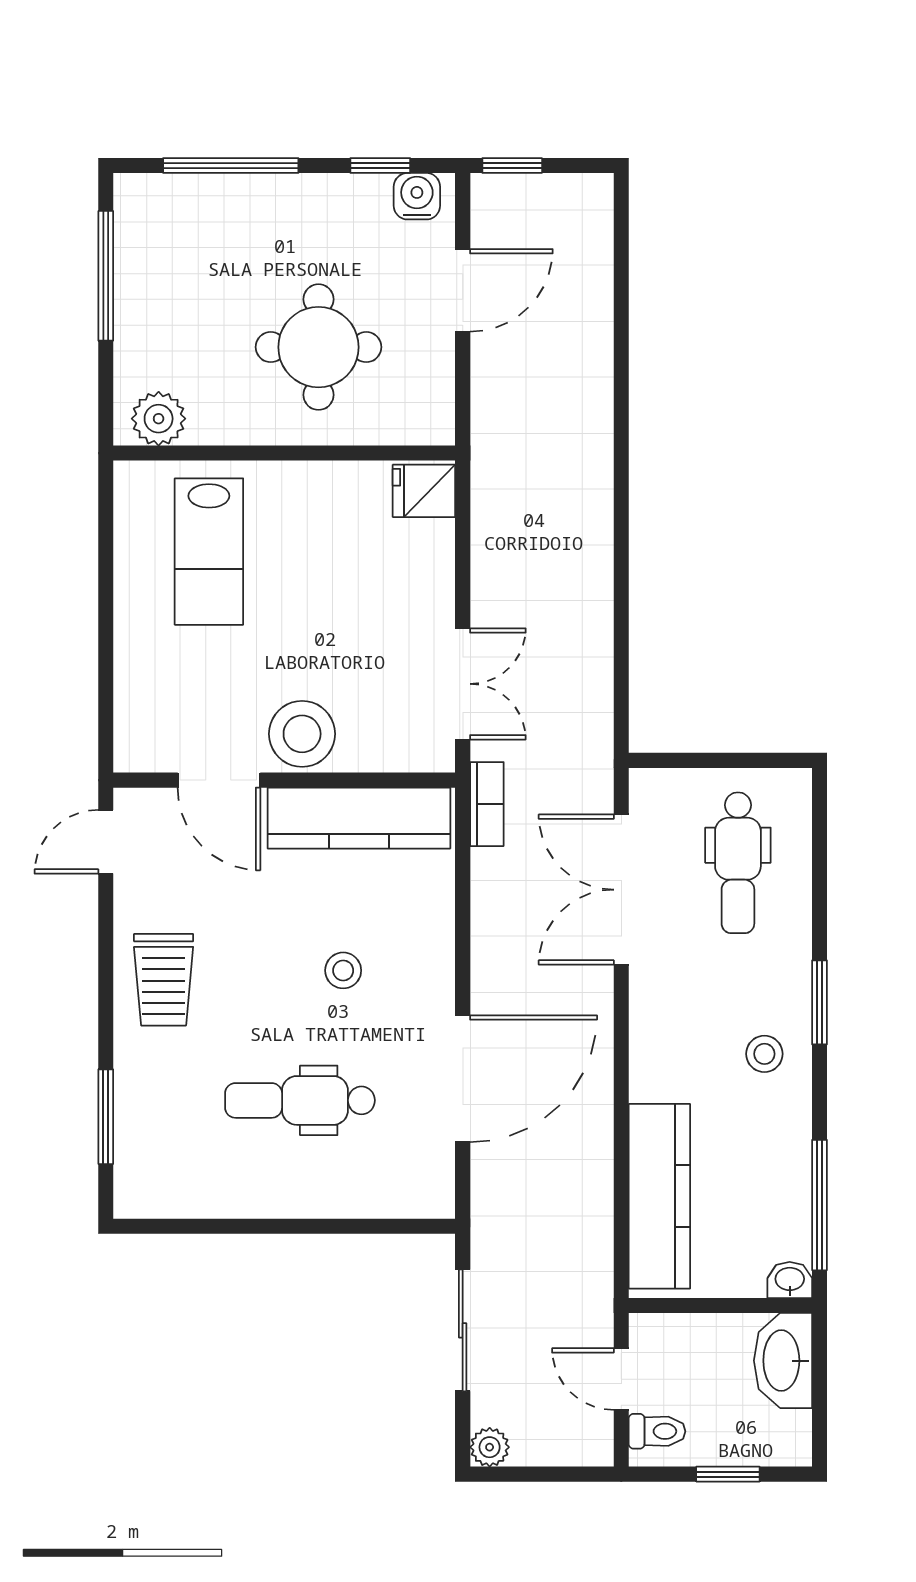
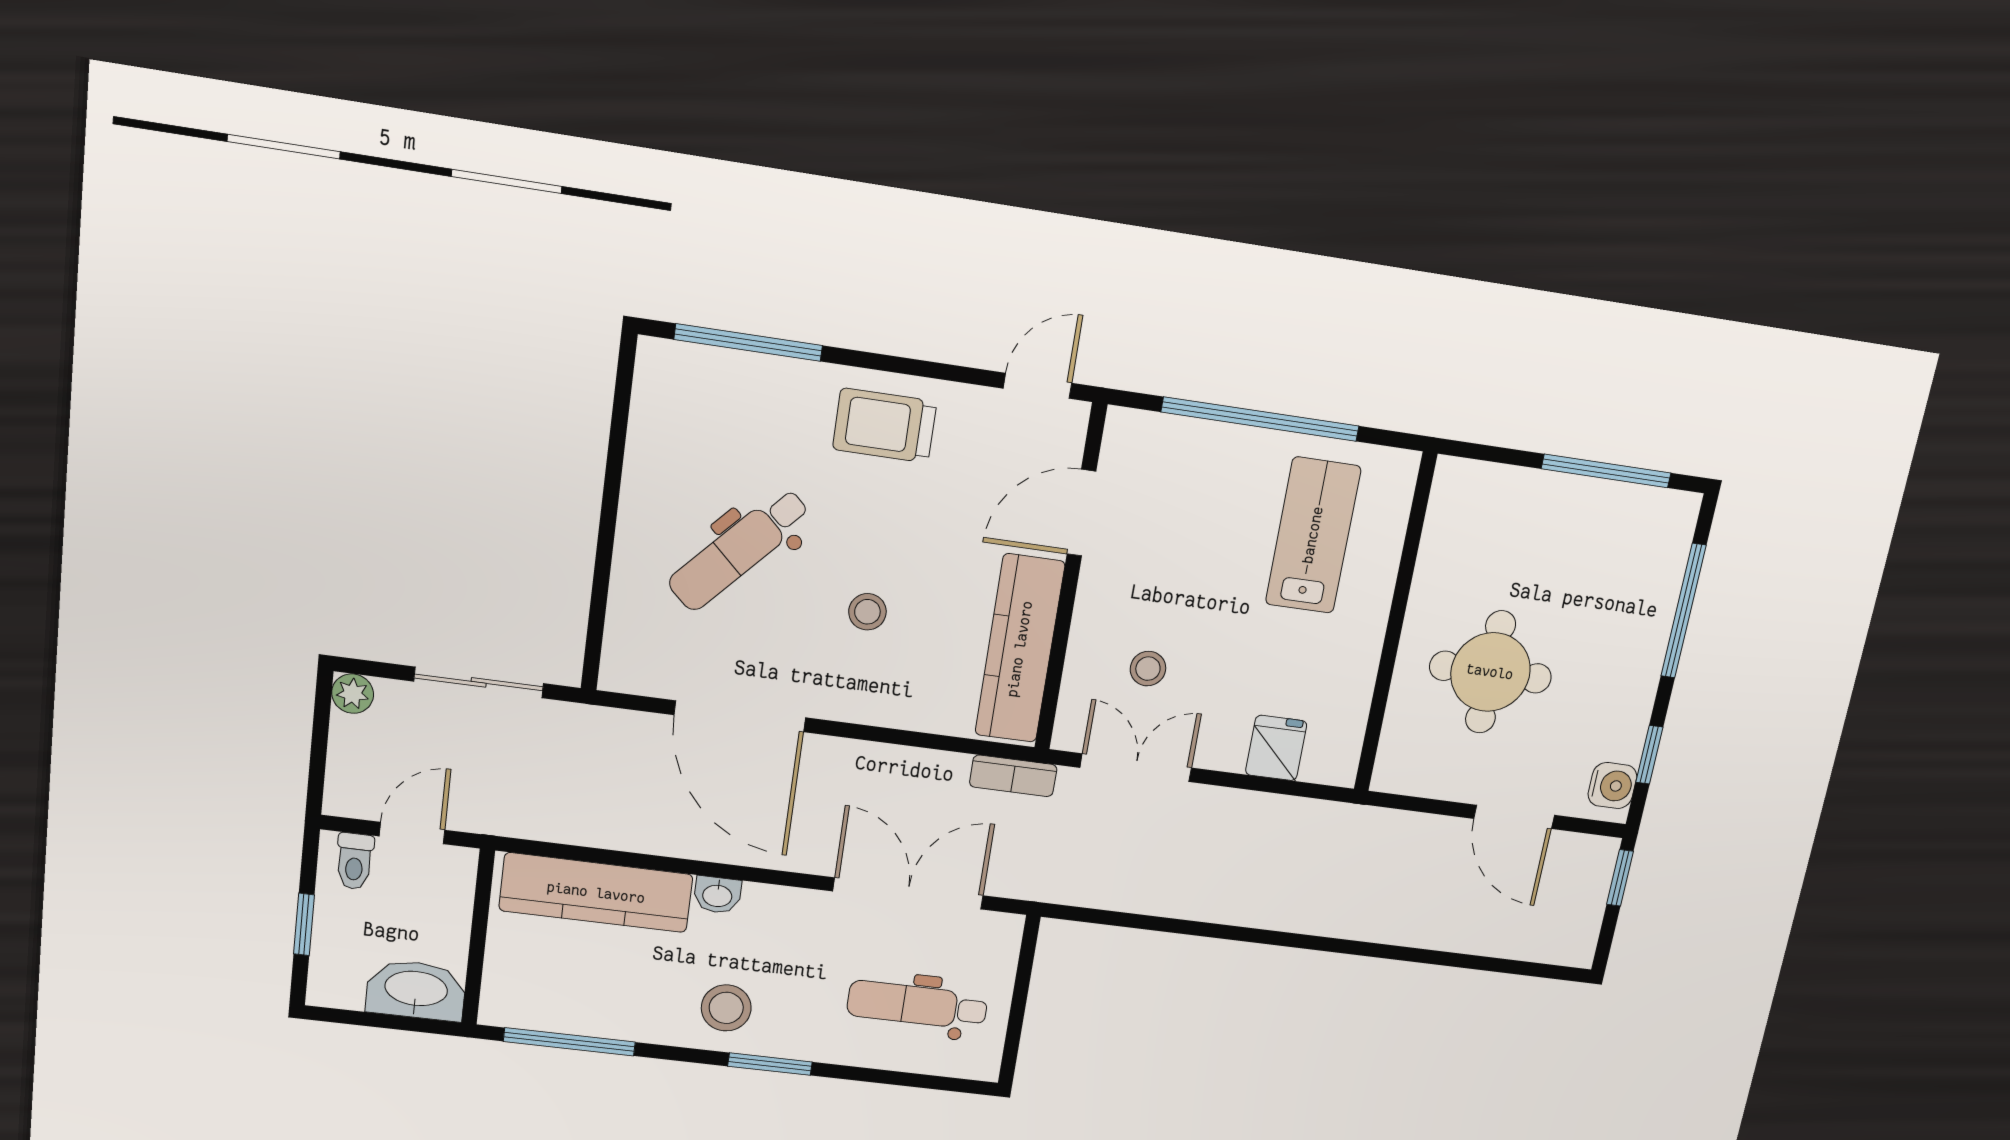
plant: (159, 419) -> (1455, 504), removed
fridge: (424, 491) -> (1276, 748), moved
lab bench: (209, 552) -> (1313, 535), turned 90
window: (106, 624) -> (1260, 419), added
double door: (463, 684) -> (1136, 768), swing flipped
stool: (302, 734) -> (1148, 669), moved, width x0.53, depth x0.53
door: (106, 842) -> (1038, 386), hinge flipped
stool: (764, 1054) -> (726, 1008), width x1.37, depth x1.37
dental chair: (300, 1100) -> (739, 549), turned -137
window: (106, 1117) -> (748, 343), width x1.44
washbasin: (790, 1280) -> (717, 895), moved, turned 90

